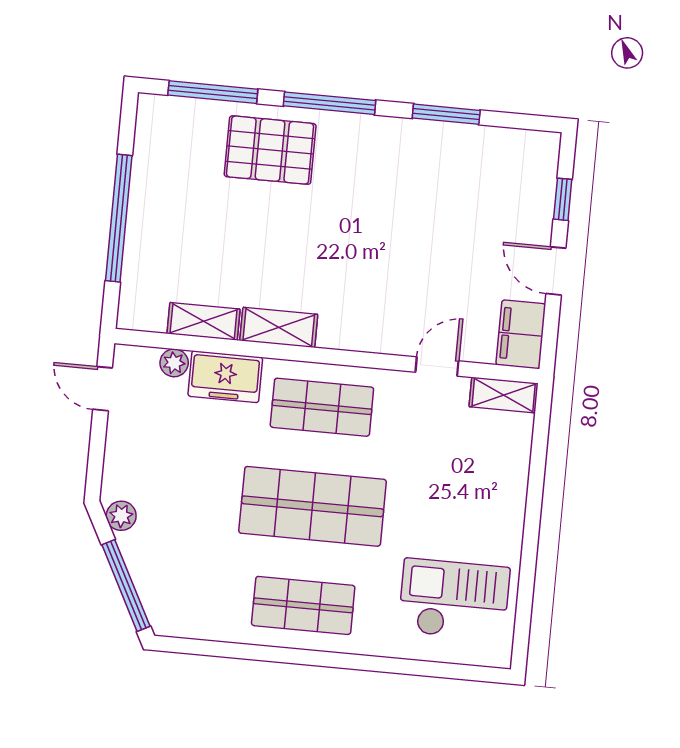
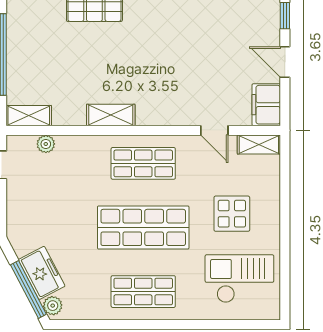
shelving: (204, 321) -> (29, 116), moved
door: (437, 367) -> (214, 130), swing flipped
freezer: (225, 377) -> (42, 273), moved, turned -118
display table: (452, 498) -> (232, 214), added
plant: (121, 516) -> (53, 306), moved

